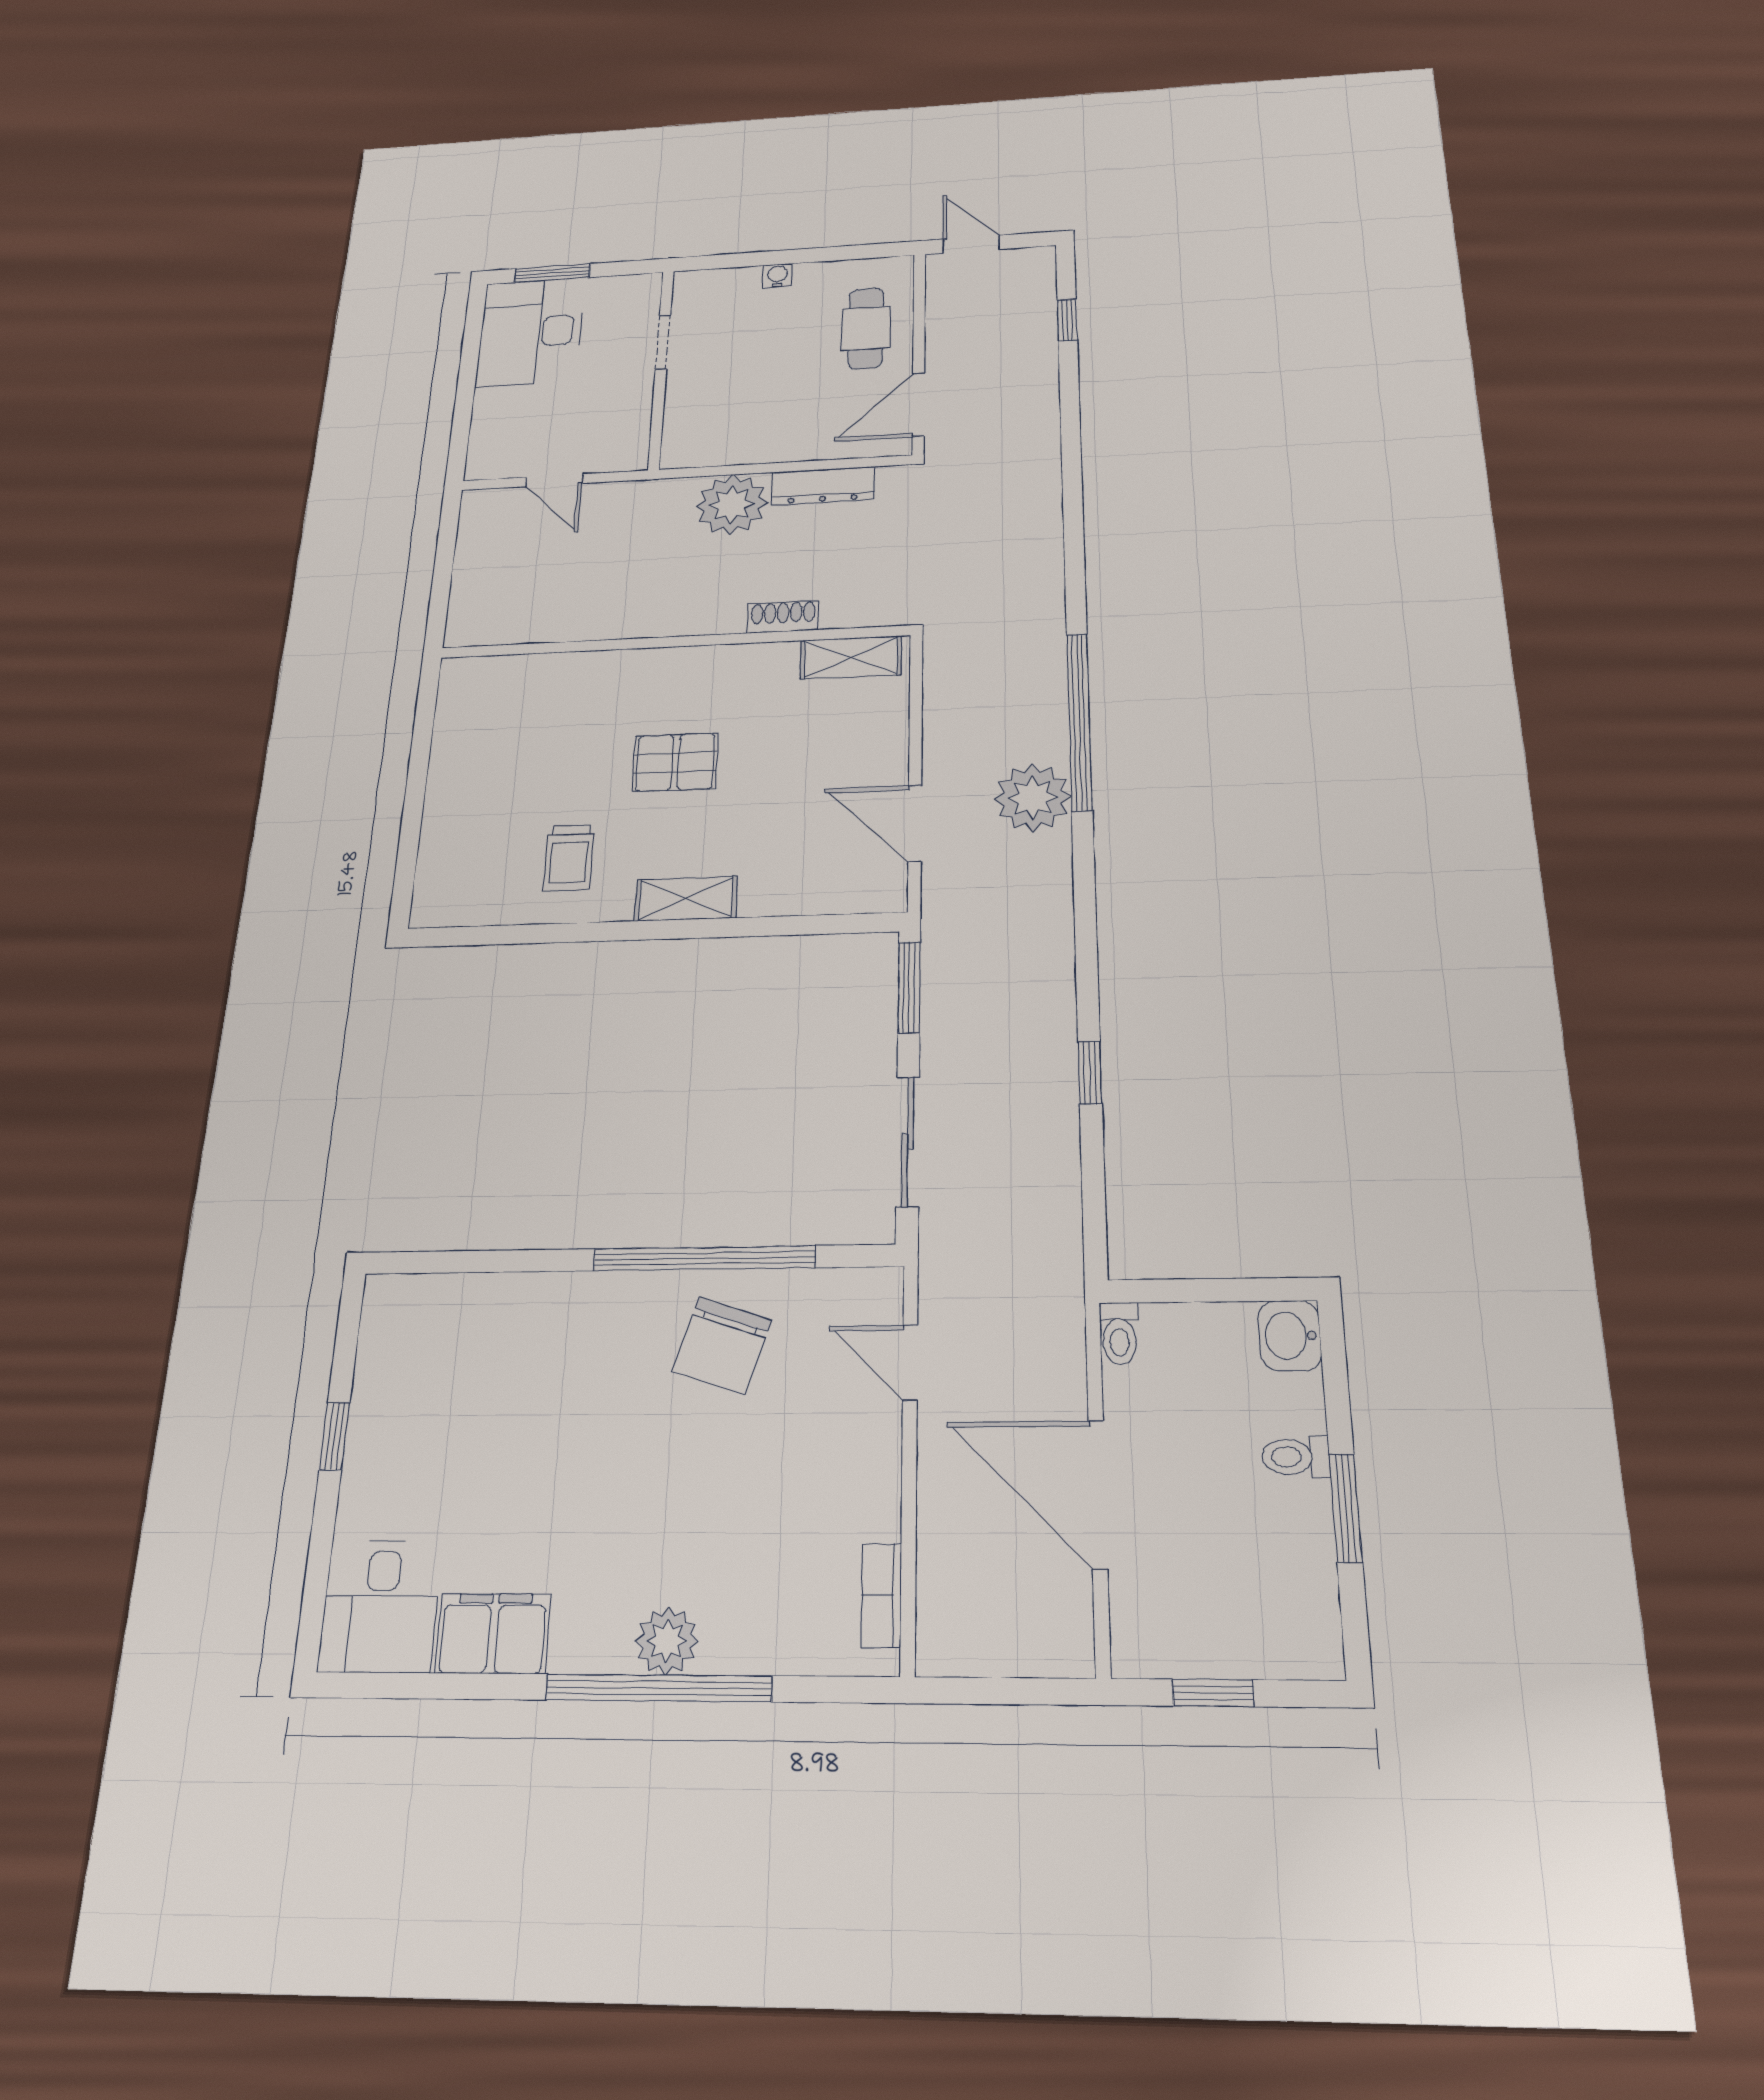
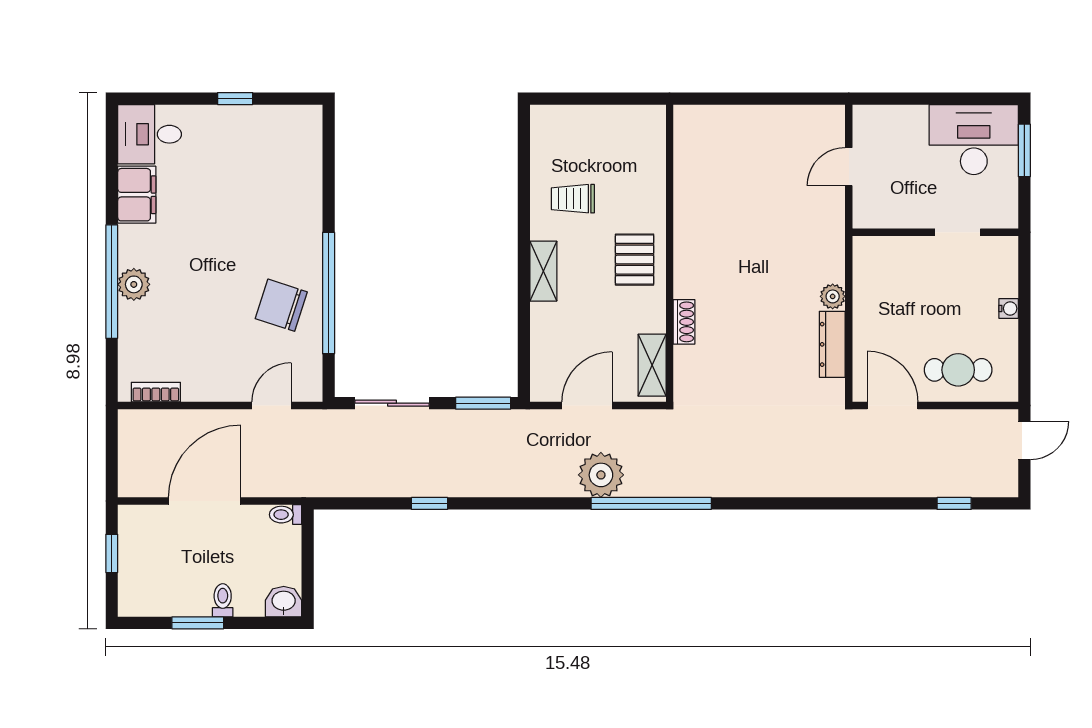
plant: (732, 505) -> (833, 296), width x0.53, depth x0.53
shoe rack: (783, 617) -> (684, 322), moved
wall: (673, 642) -> (670, 253), moved
shelving: (851, 657) -> (652, 365), moved

